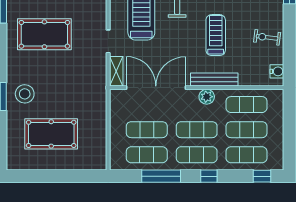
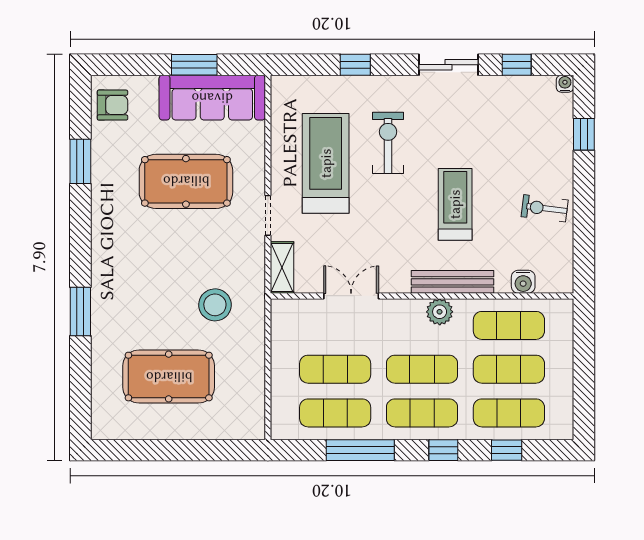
pool table: (44, 34) -> (186, 181), moved
water cooler: (277, 71) -> (523, 282), moved, turned 90
double door: (156, 88) -> (351, 296), width x0.54
stool: (25, 94) -> (215, 305), moved
window: (262, 176) -> (507, 450), moved

